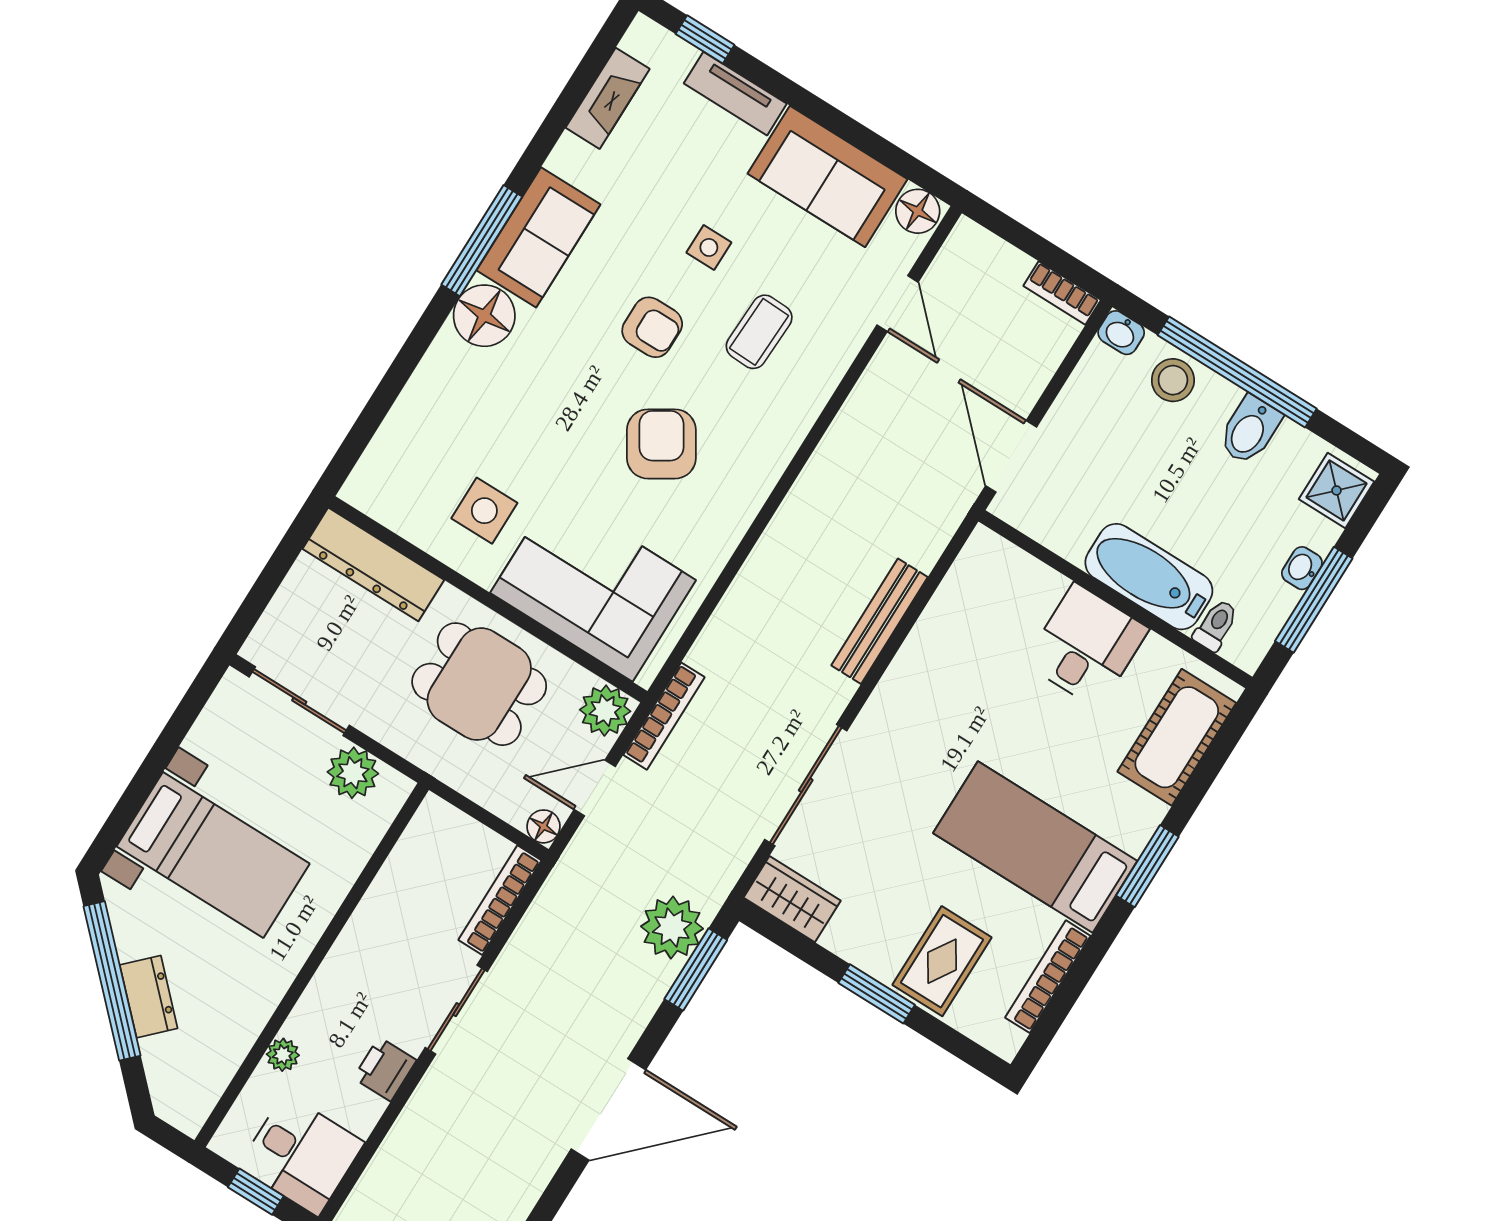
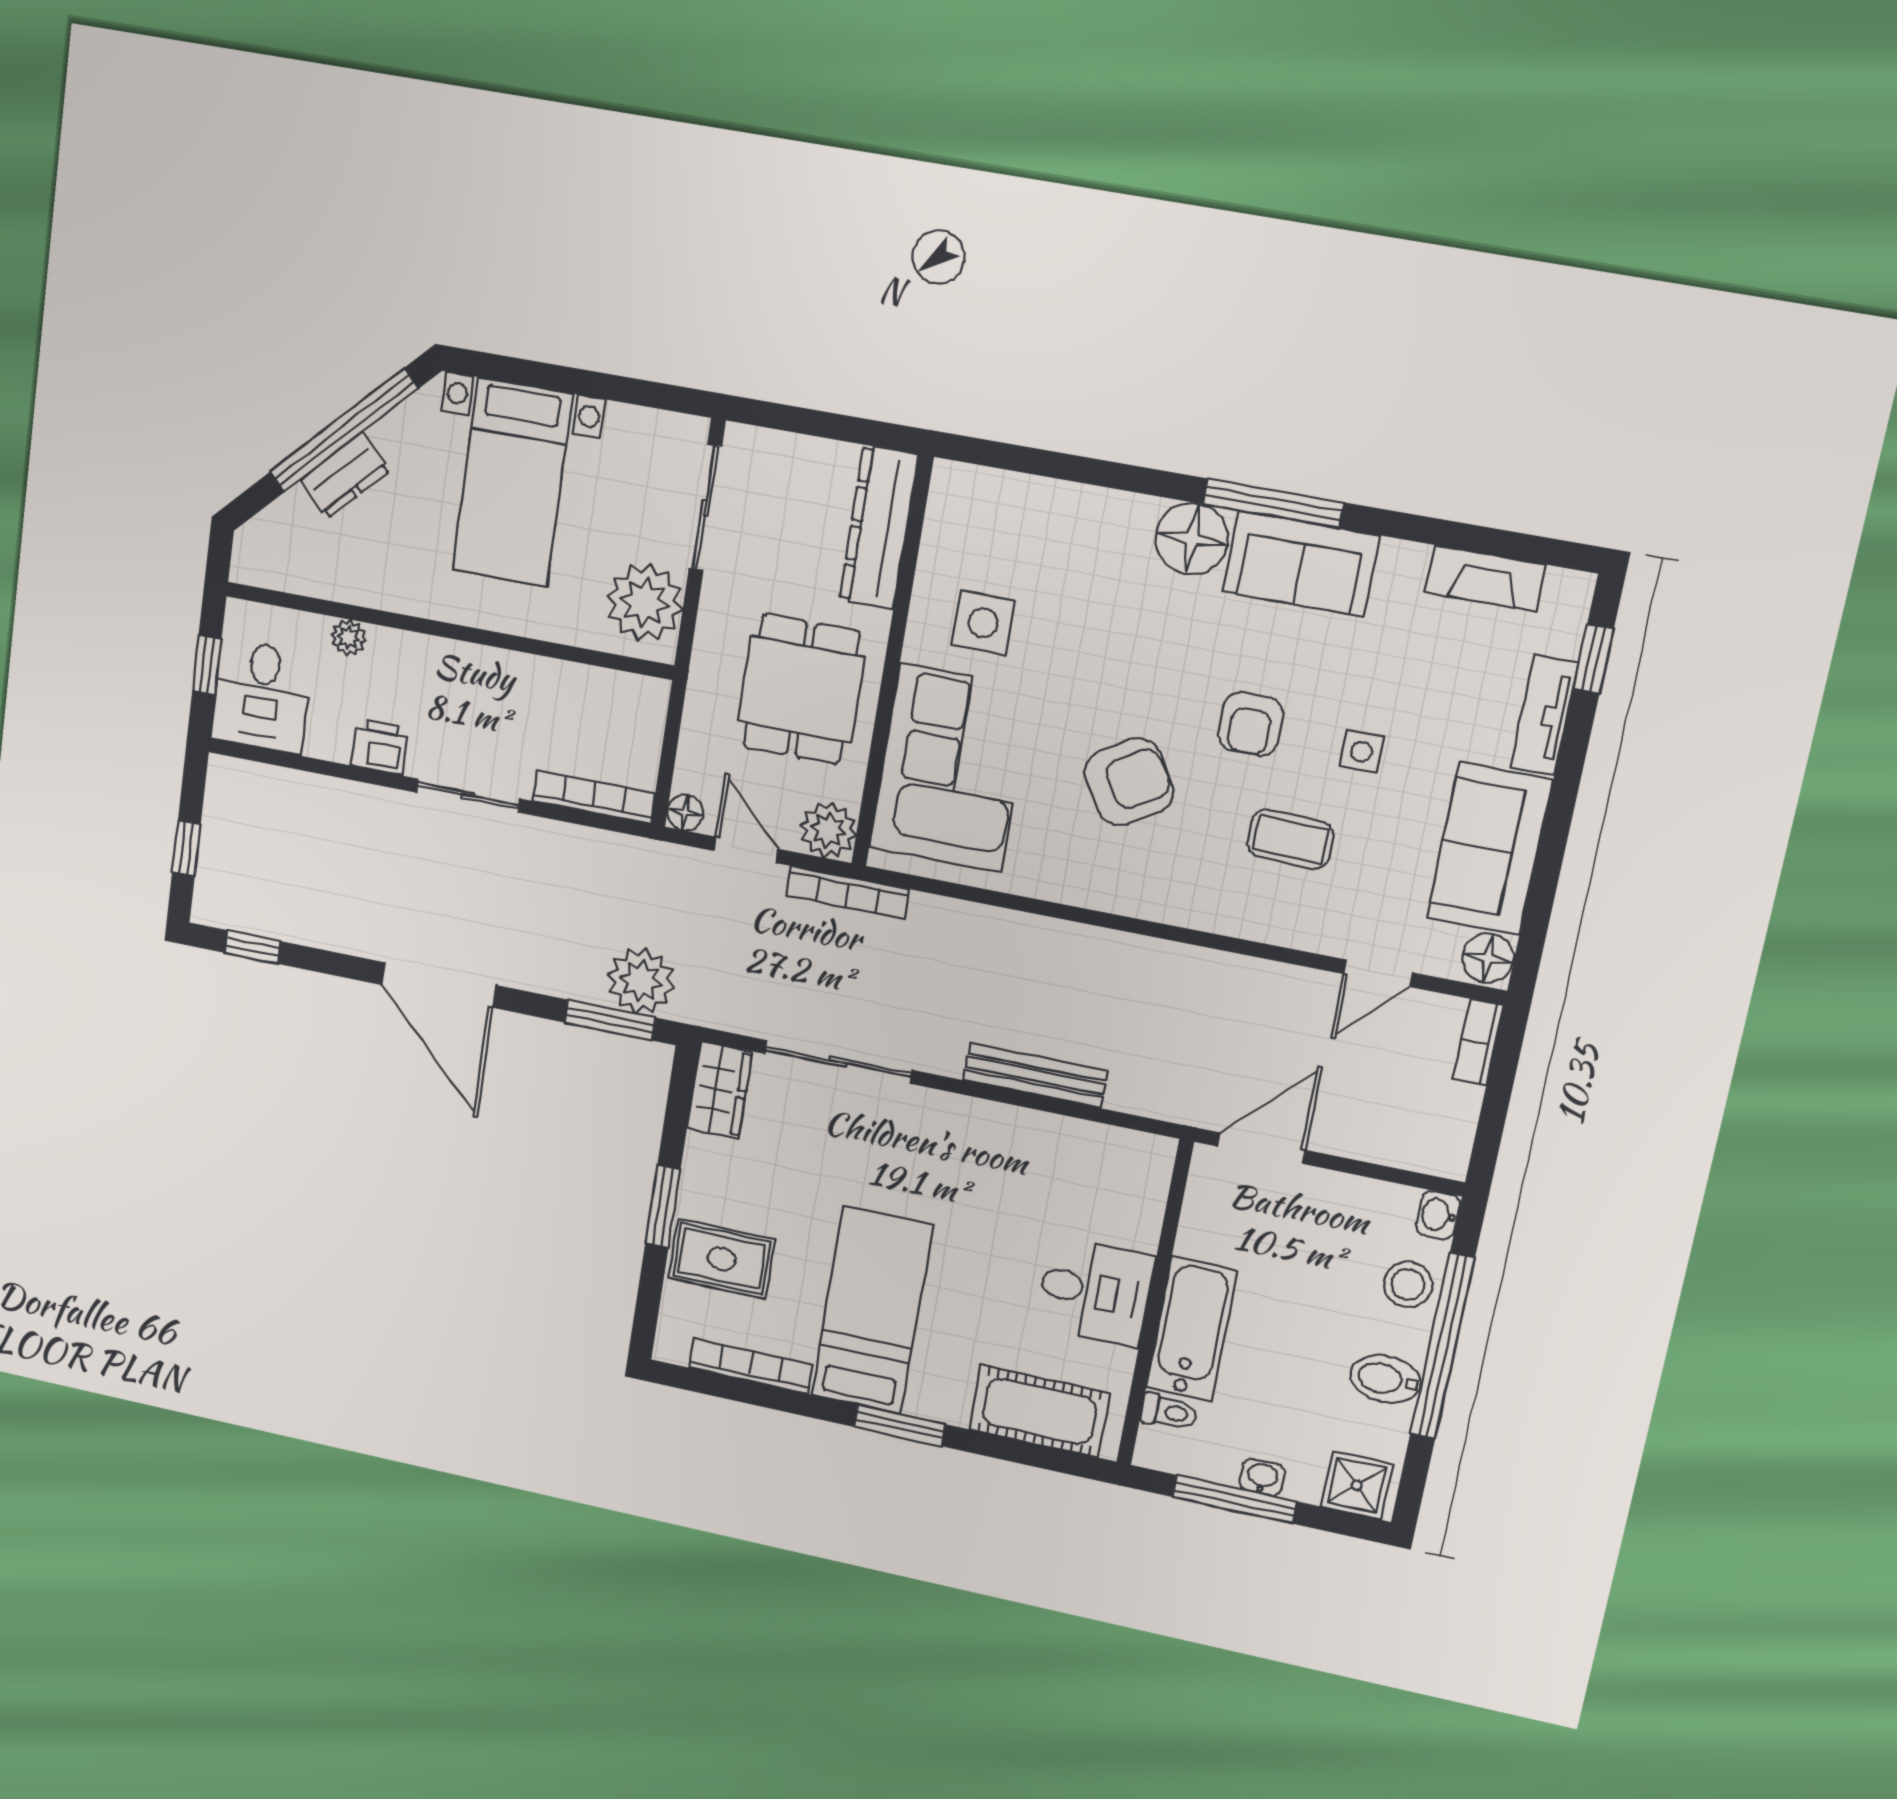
bookcase: (1062, 293) -> (1478, 1042), moved
plant: (353, 773) -> (645, 603), width x1.36, depth x1.36

